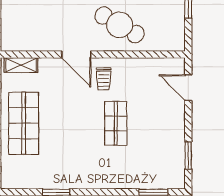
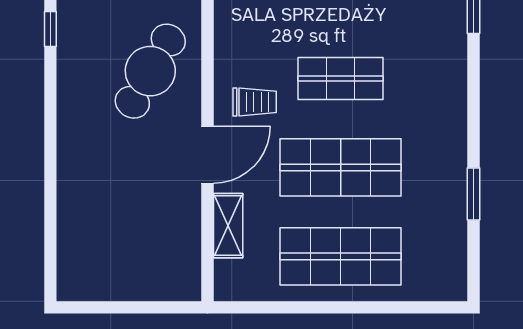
shelving: (21, 65) -> (228, 226), moved
shop shelf: (70, 123) -> (341, 167), added

